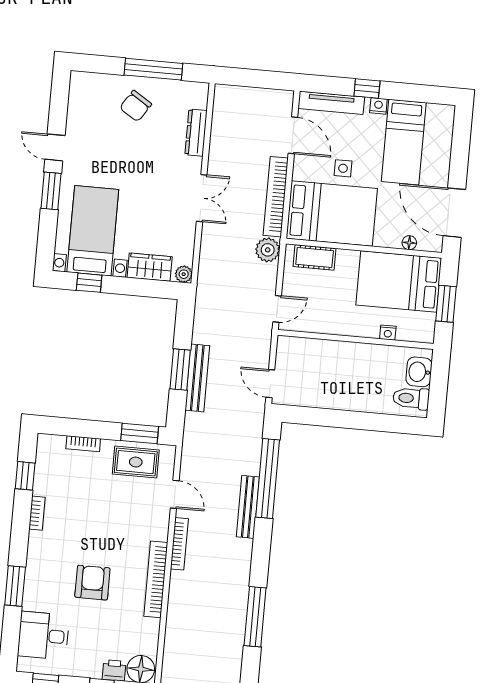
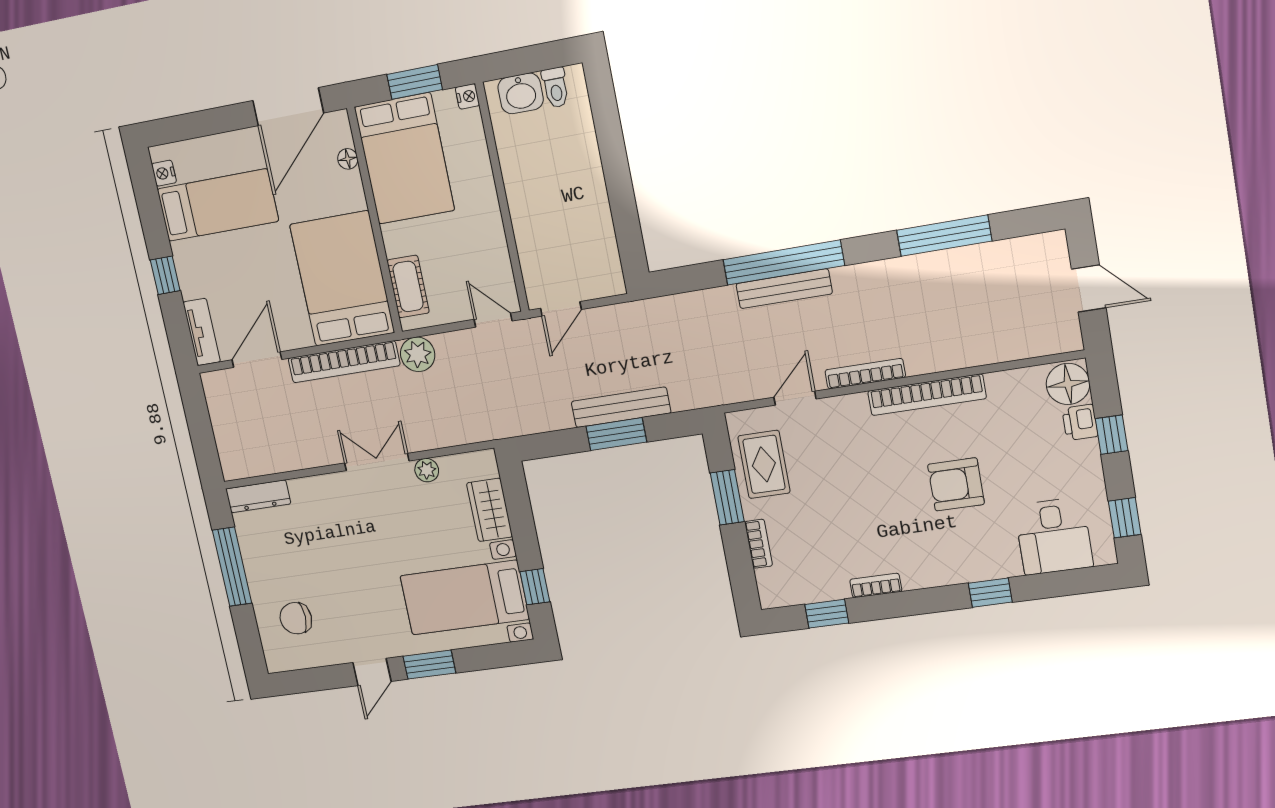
tv unit: (331, 103) -> (202, 332), width x0.71
chair: (136, 106) -> (296, 618), moved, turned 147
nightstand: (378, 106) -> (164, 173), moved
dresser: (196, 133) -> (258, 496), moved
side table: (343, 168) -> (278, 279), removed
plant: (184, 274) -> (427, 470), moved
nightstand: (388, 333) -> (467, 96), moved
door: (270, 384) -> (561, 309), moved
toilet: (411, 398) -> (555, 88), width x0.73, depth x0.72
window: (140, 433) -> (727, 497), moved
window: (268, 478) -> (784, 263), moved
window: (15, 586) -> (990, 593), width x0.67

